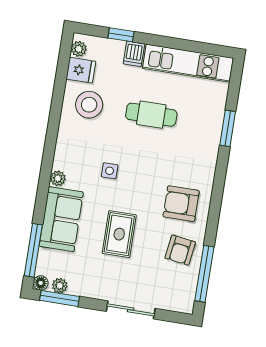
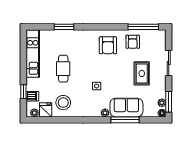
dishwasher: (134, 54) -> (32, 96), moved
rug: (119, 234) -> (142, 73), moved, turned 90
window: (33, 250) -> (125, 120), moved
armchair: (180, 250) -> (133, 42), turned 82

